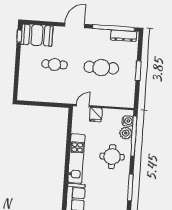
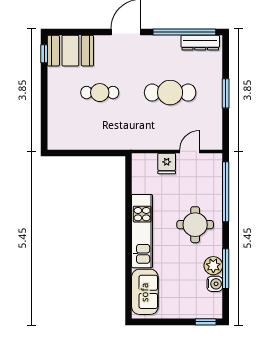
door: (83, 106) -> (190, 151), moved
water cooler: (128, 121) -> (215, 284), moved
plant: (126, 133) -> (213, 266), moved

